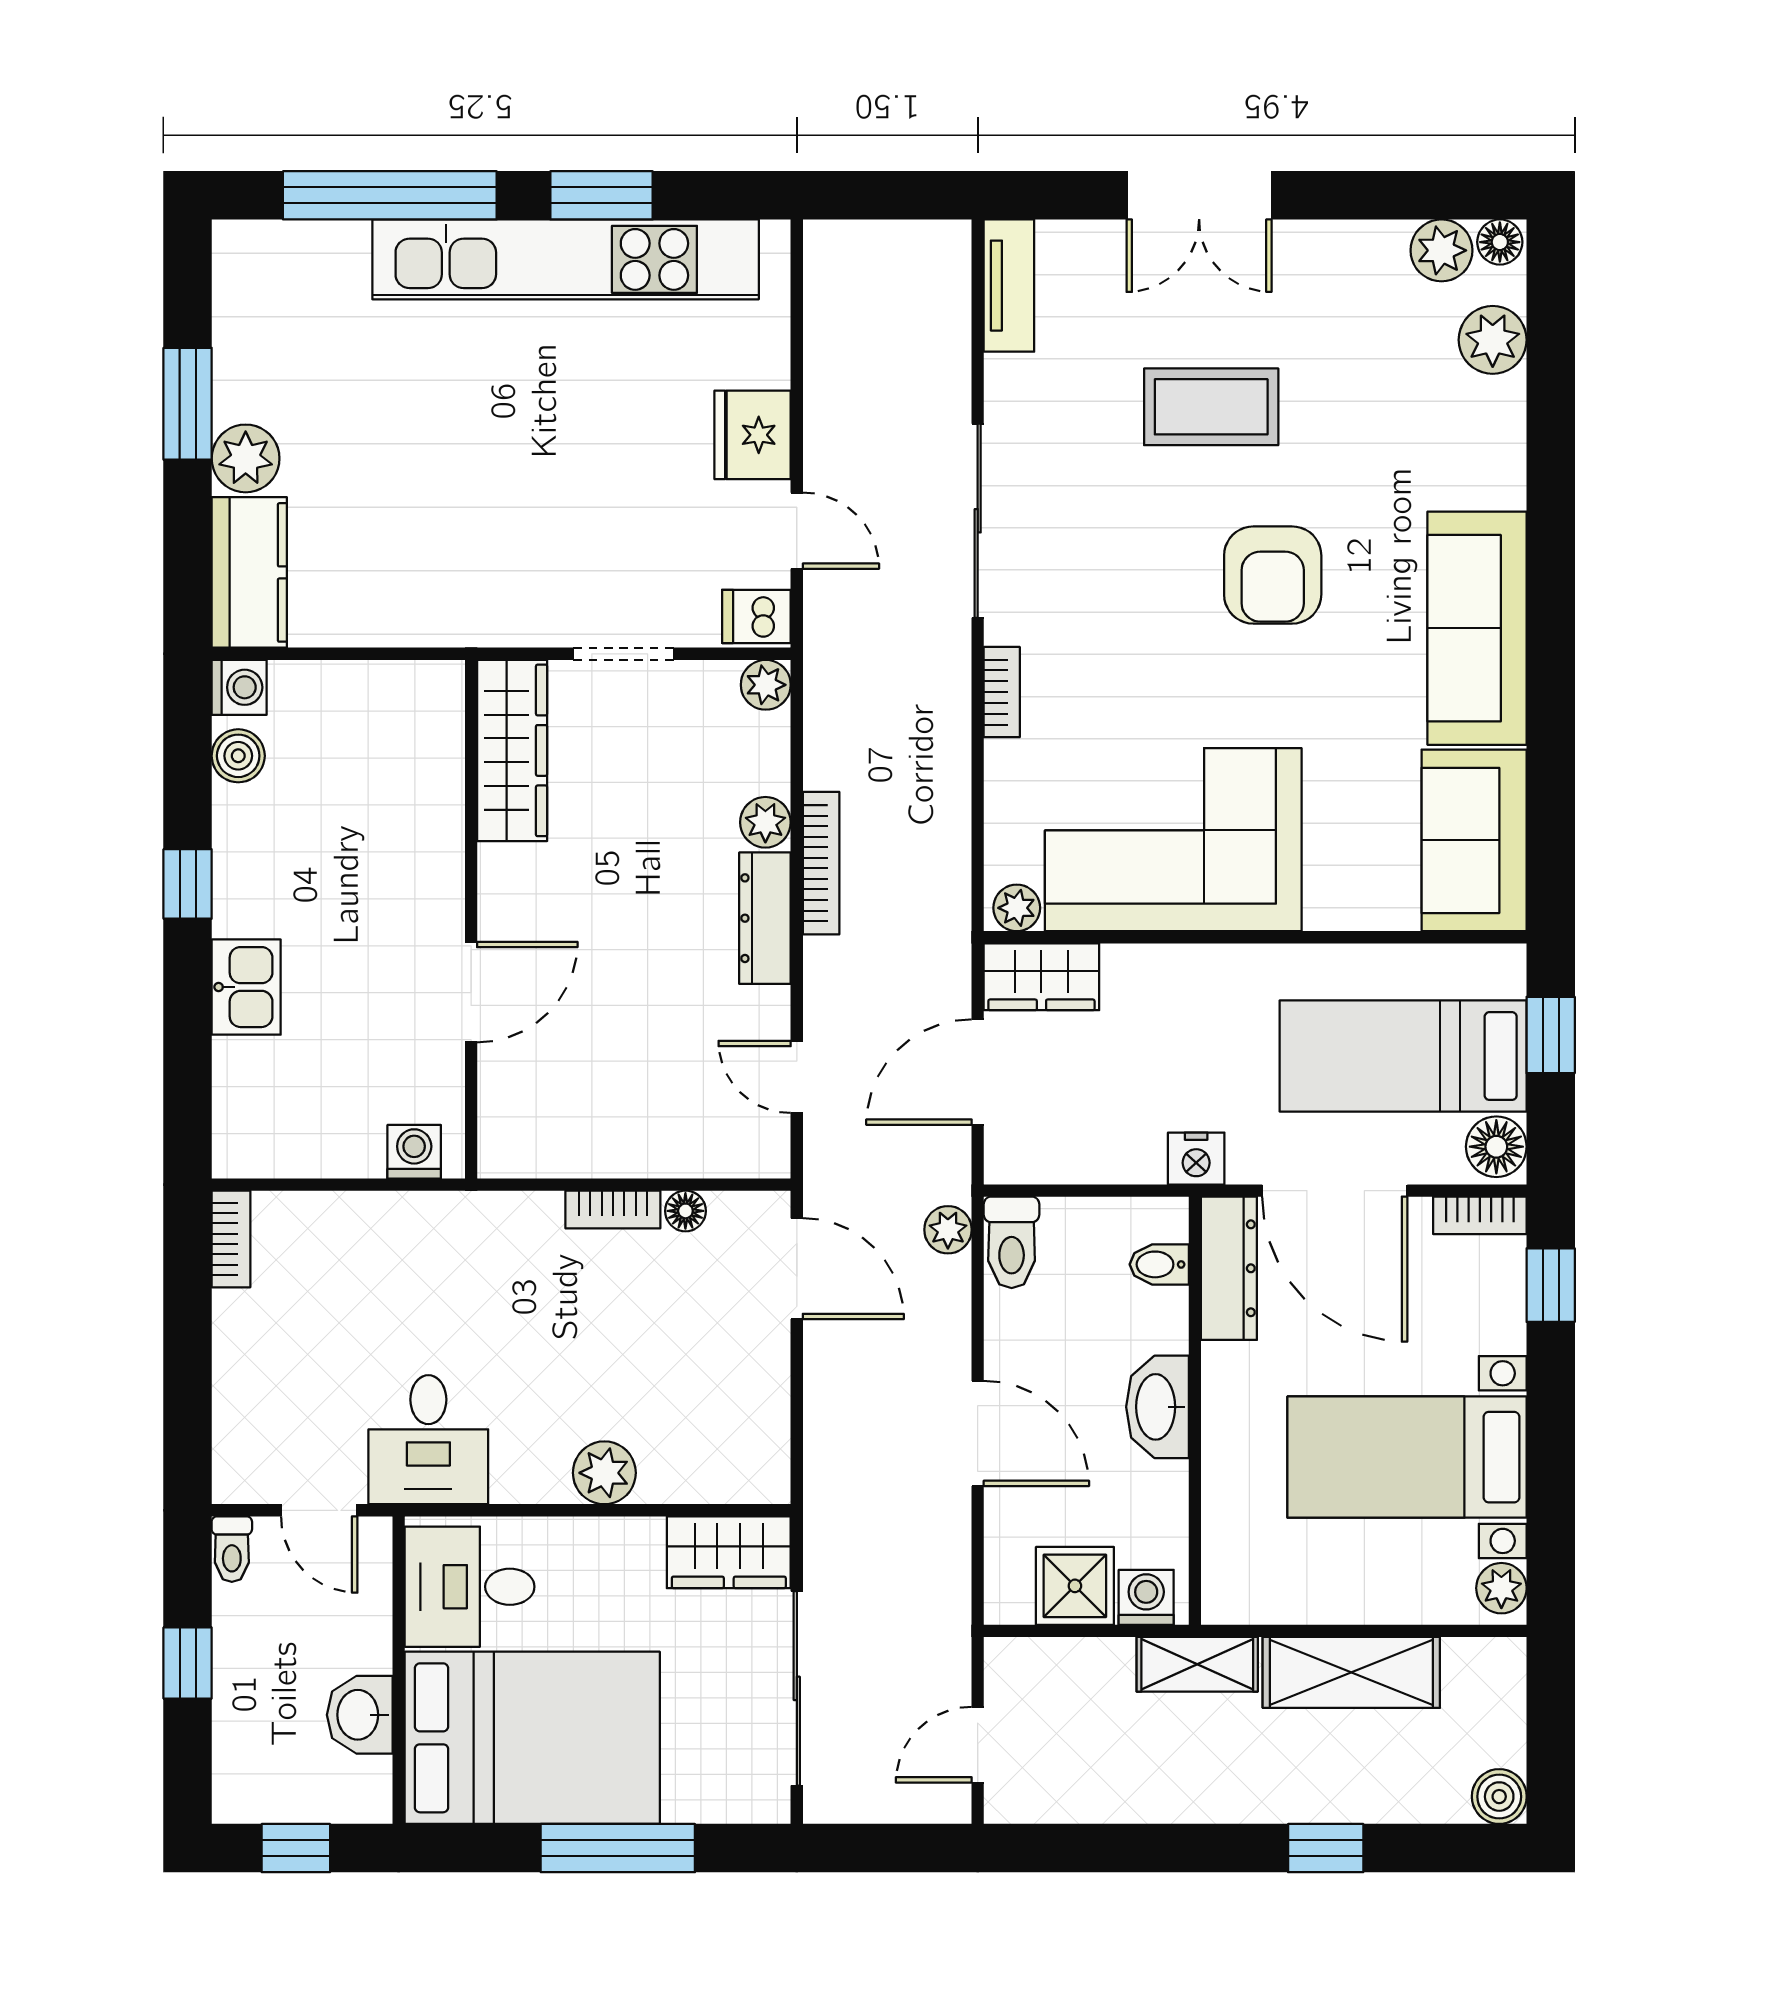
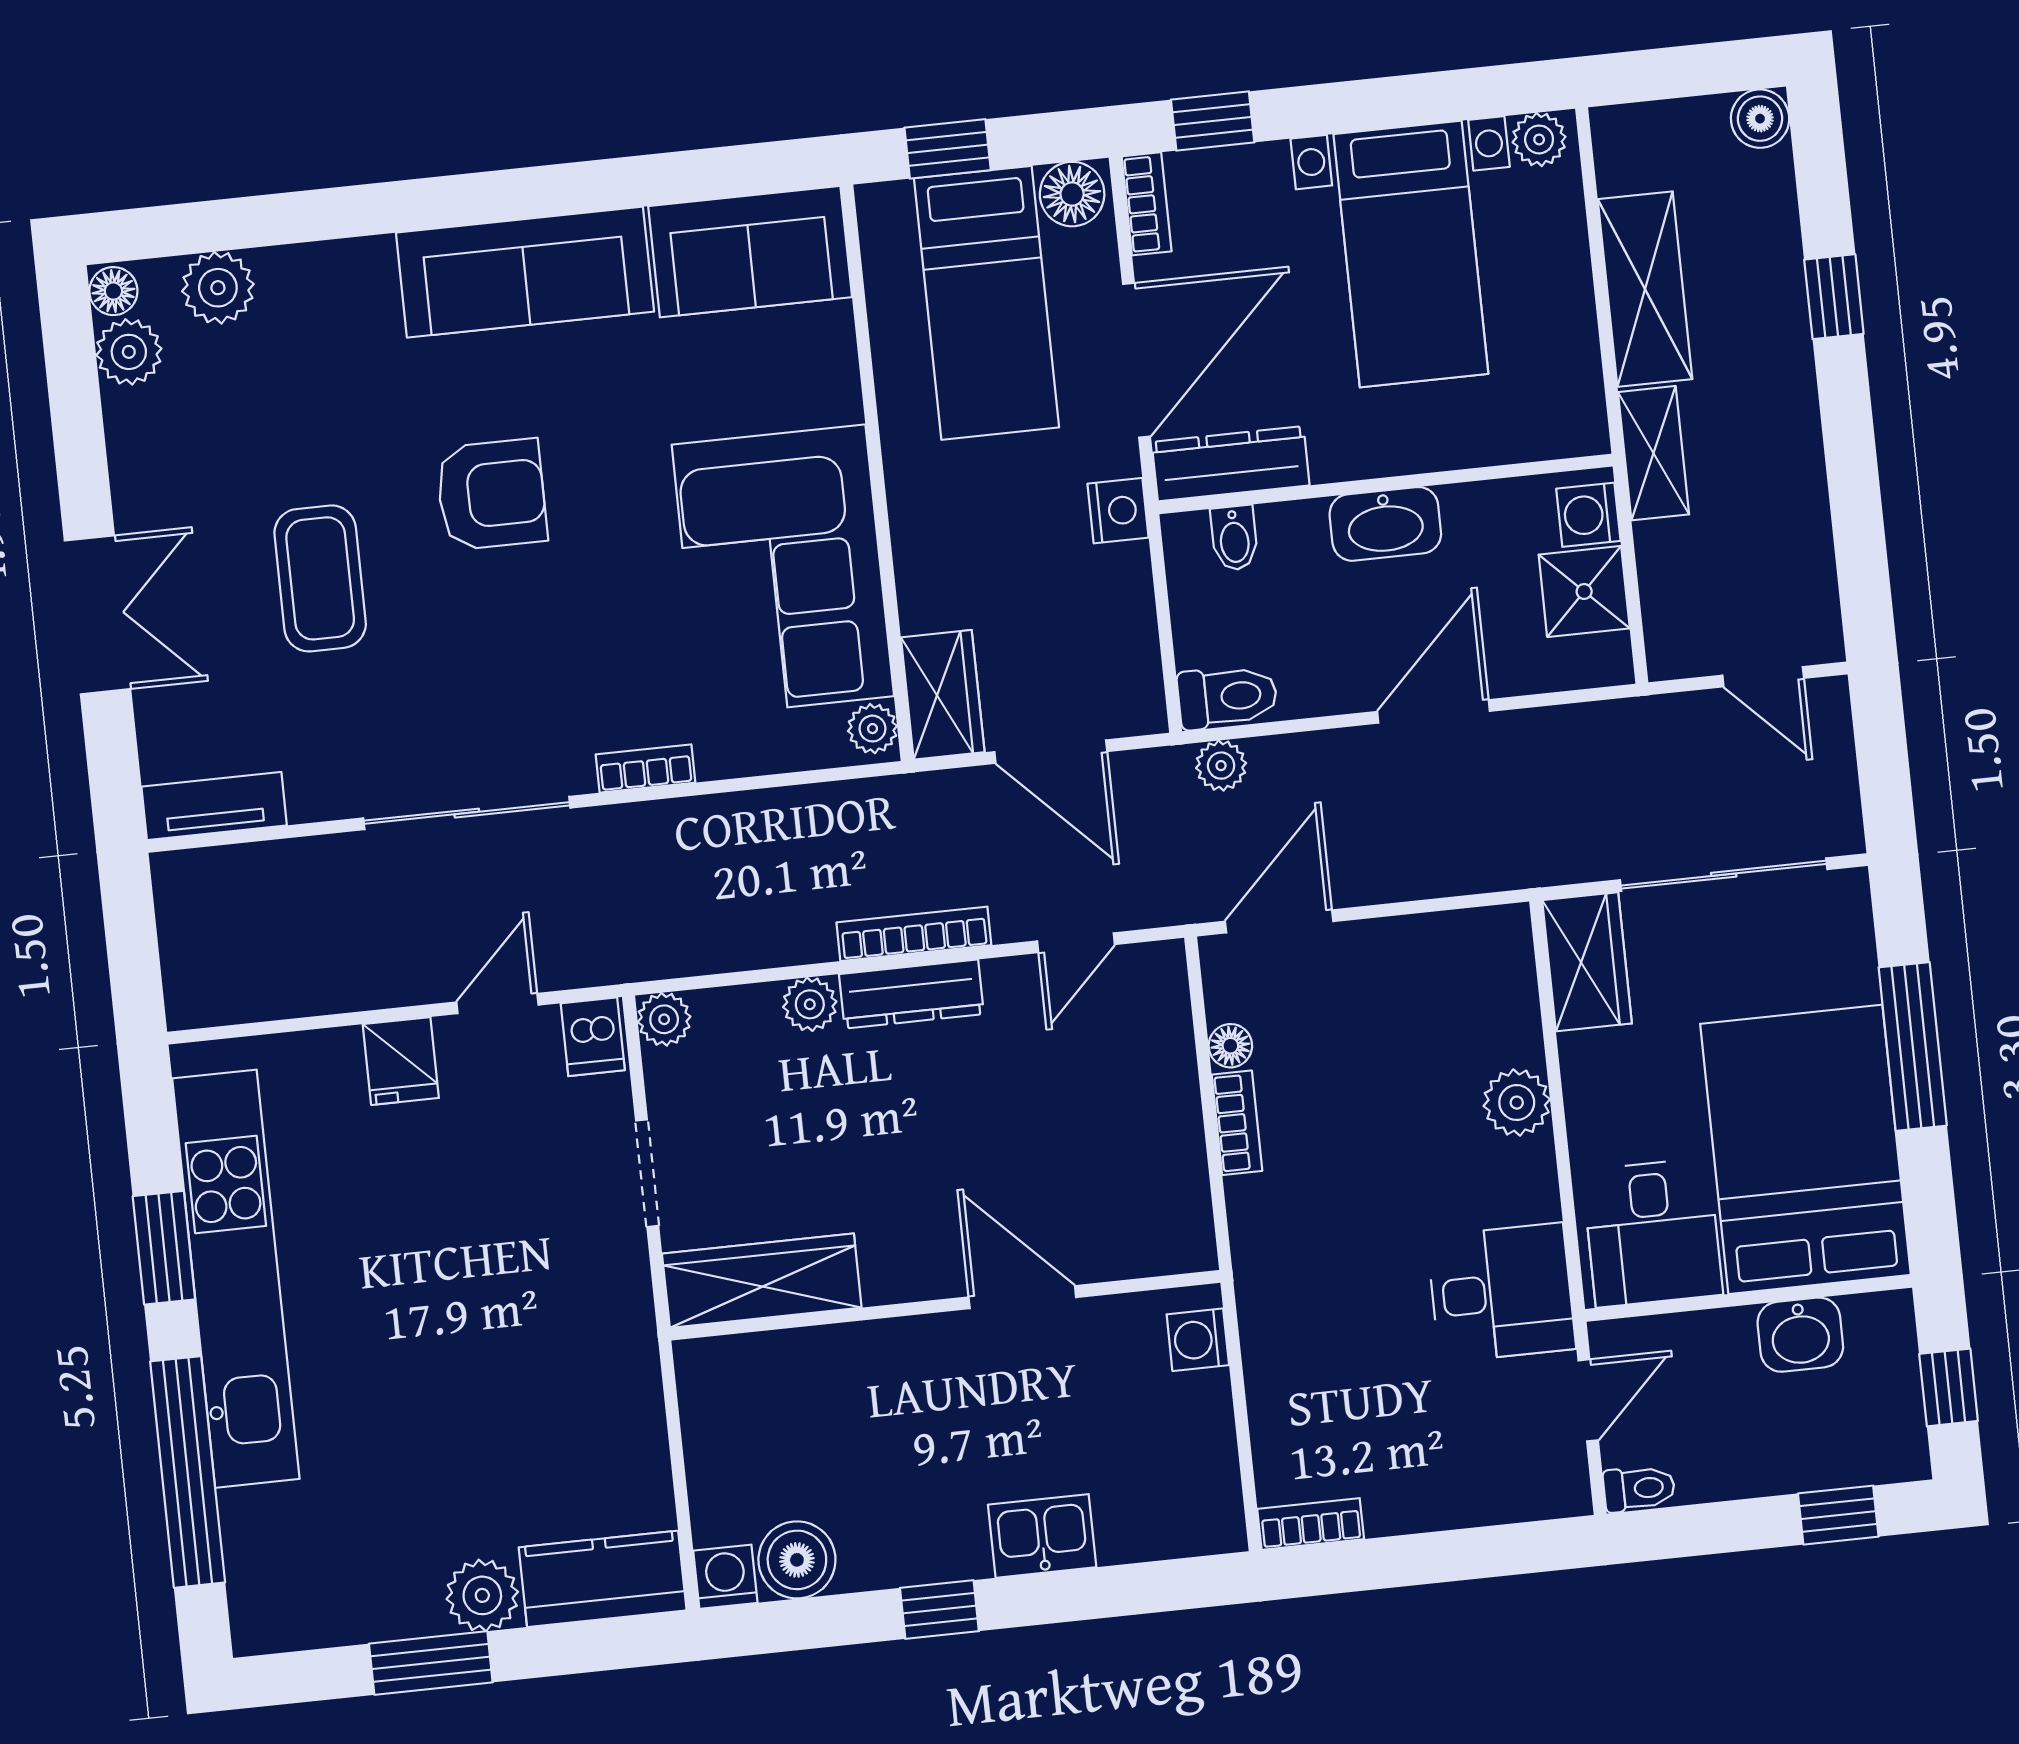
fridge: (753, 435) -> (401, 1061), width x0.72
boiler: (238, 756) -> (797, 1560), width x1.36, depth x1.36
bookcase: (821, 863) -> (914, 934), moved
window: (188, 1663) -> (1838, 1515), moved

